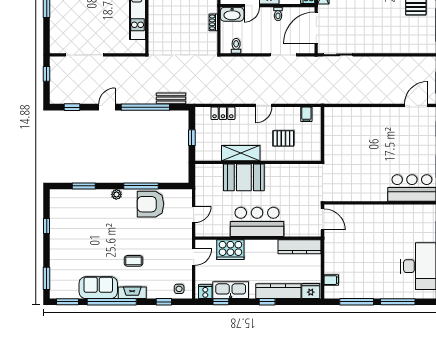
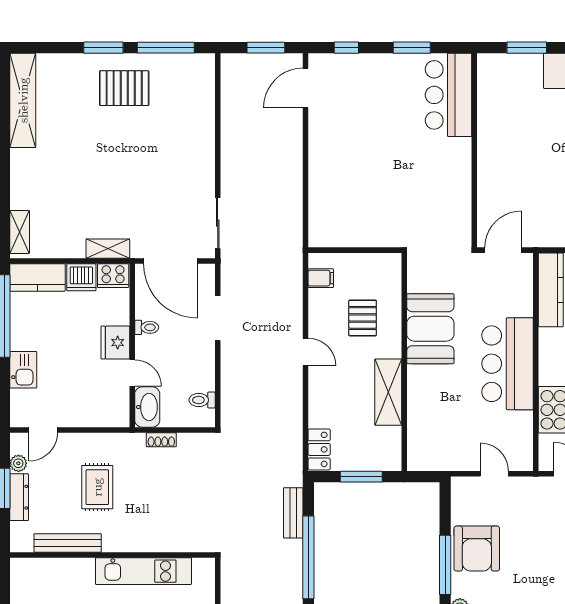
door: (416, 105) -> (305, 88), hinge flipped
locker: (223, 113) -> (319, 449), moved
window: (192, 138) -> (361, 477), width x1.50
booth: (244, 177) -> (430, 329), moved

